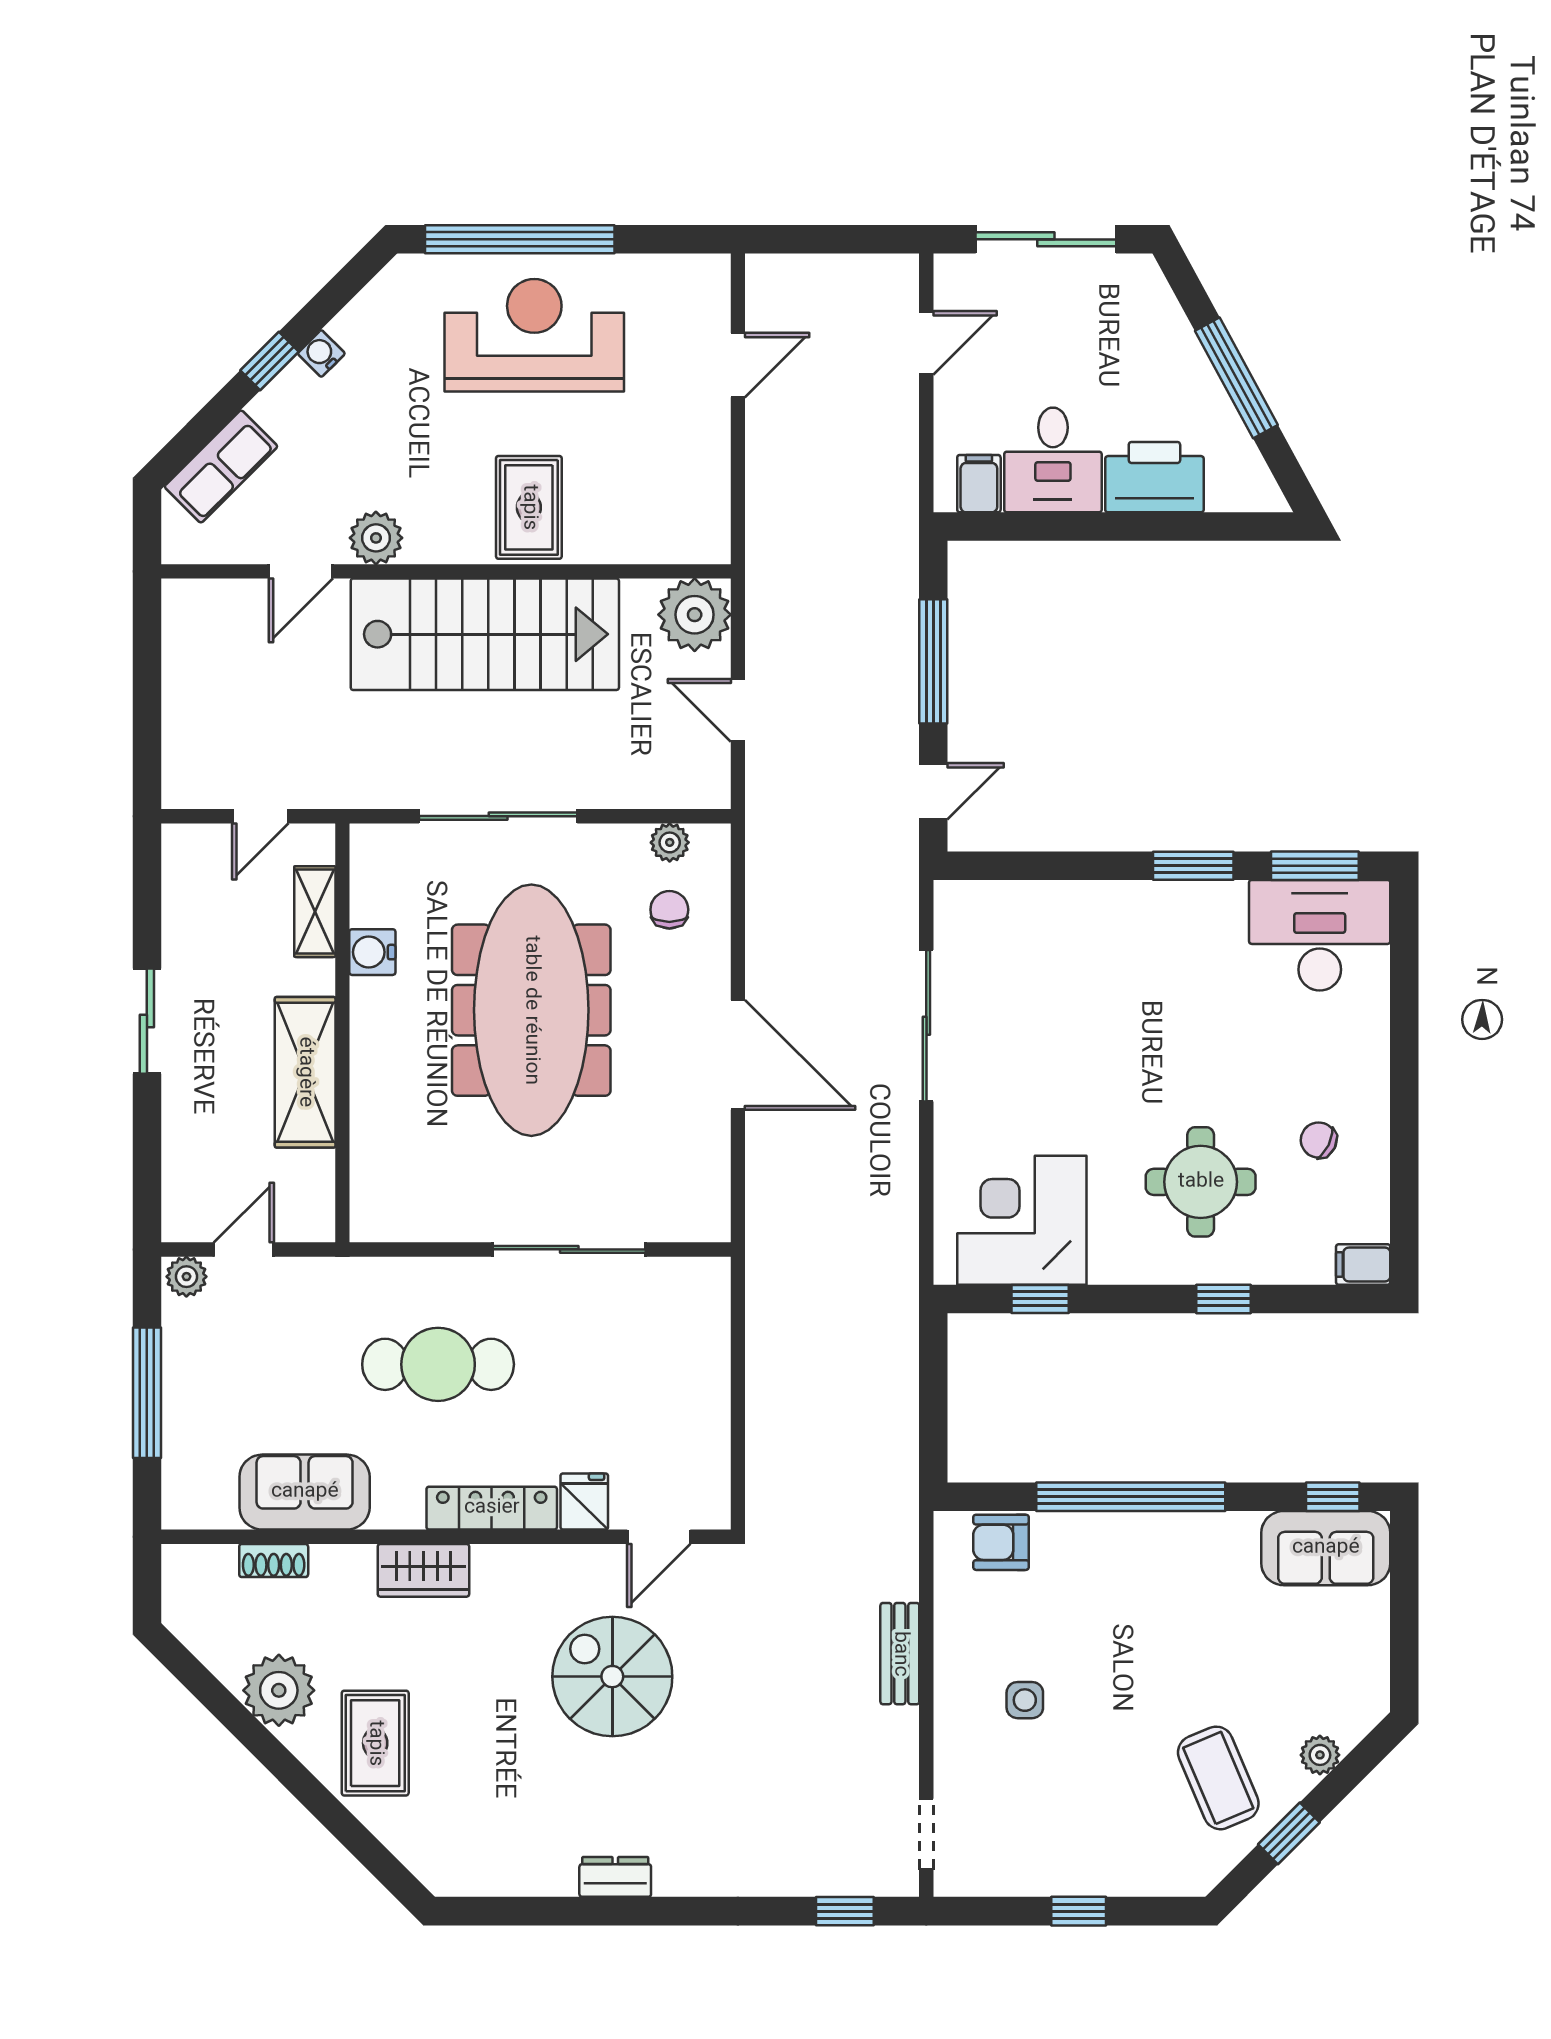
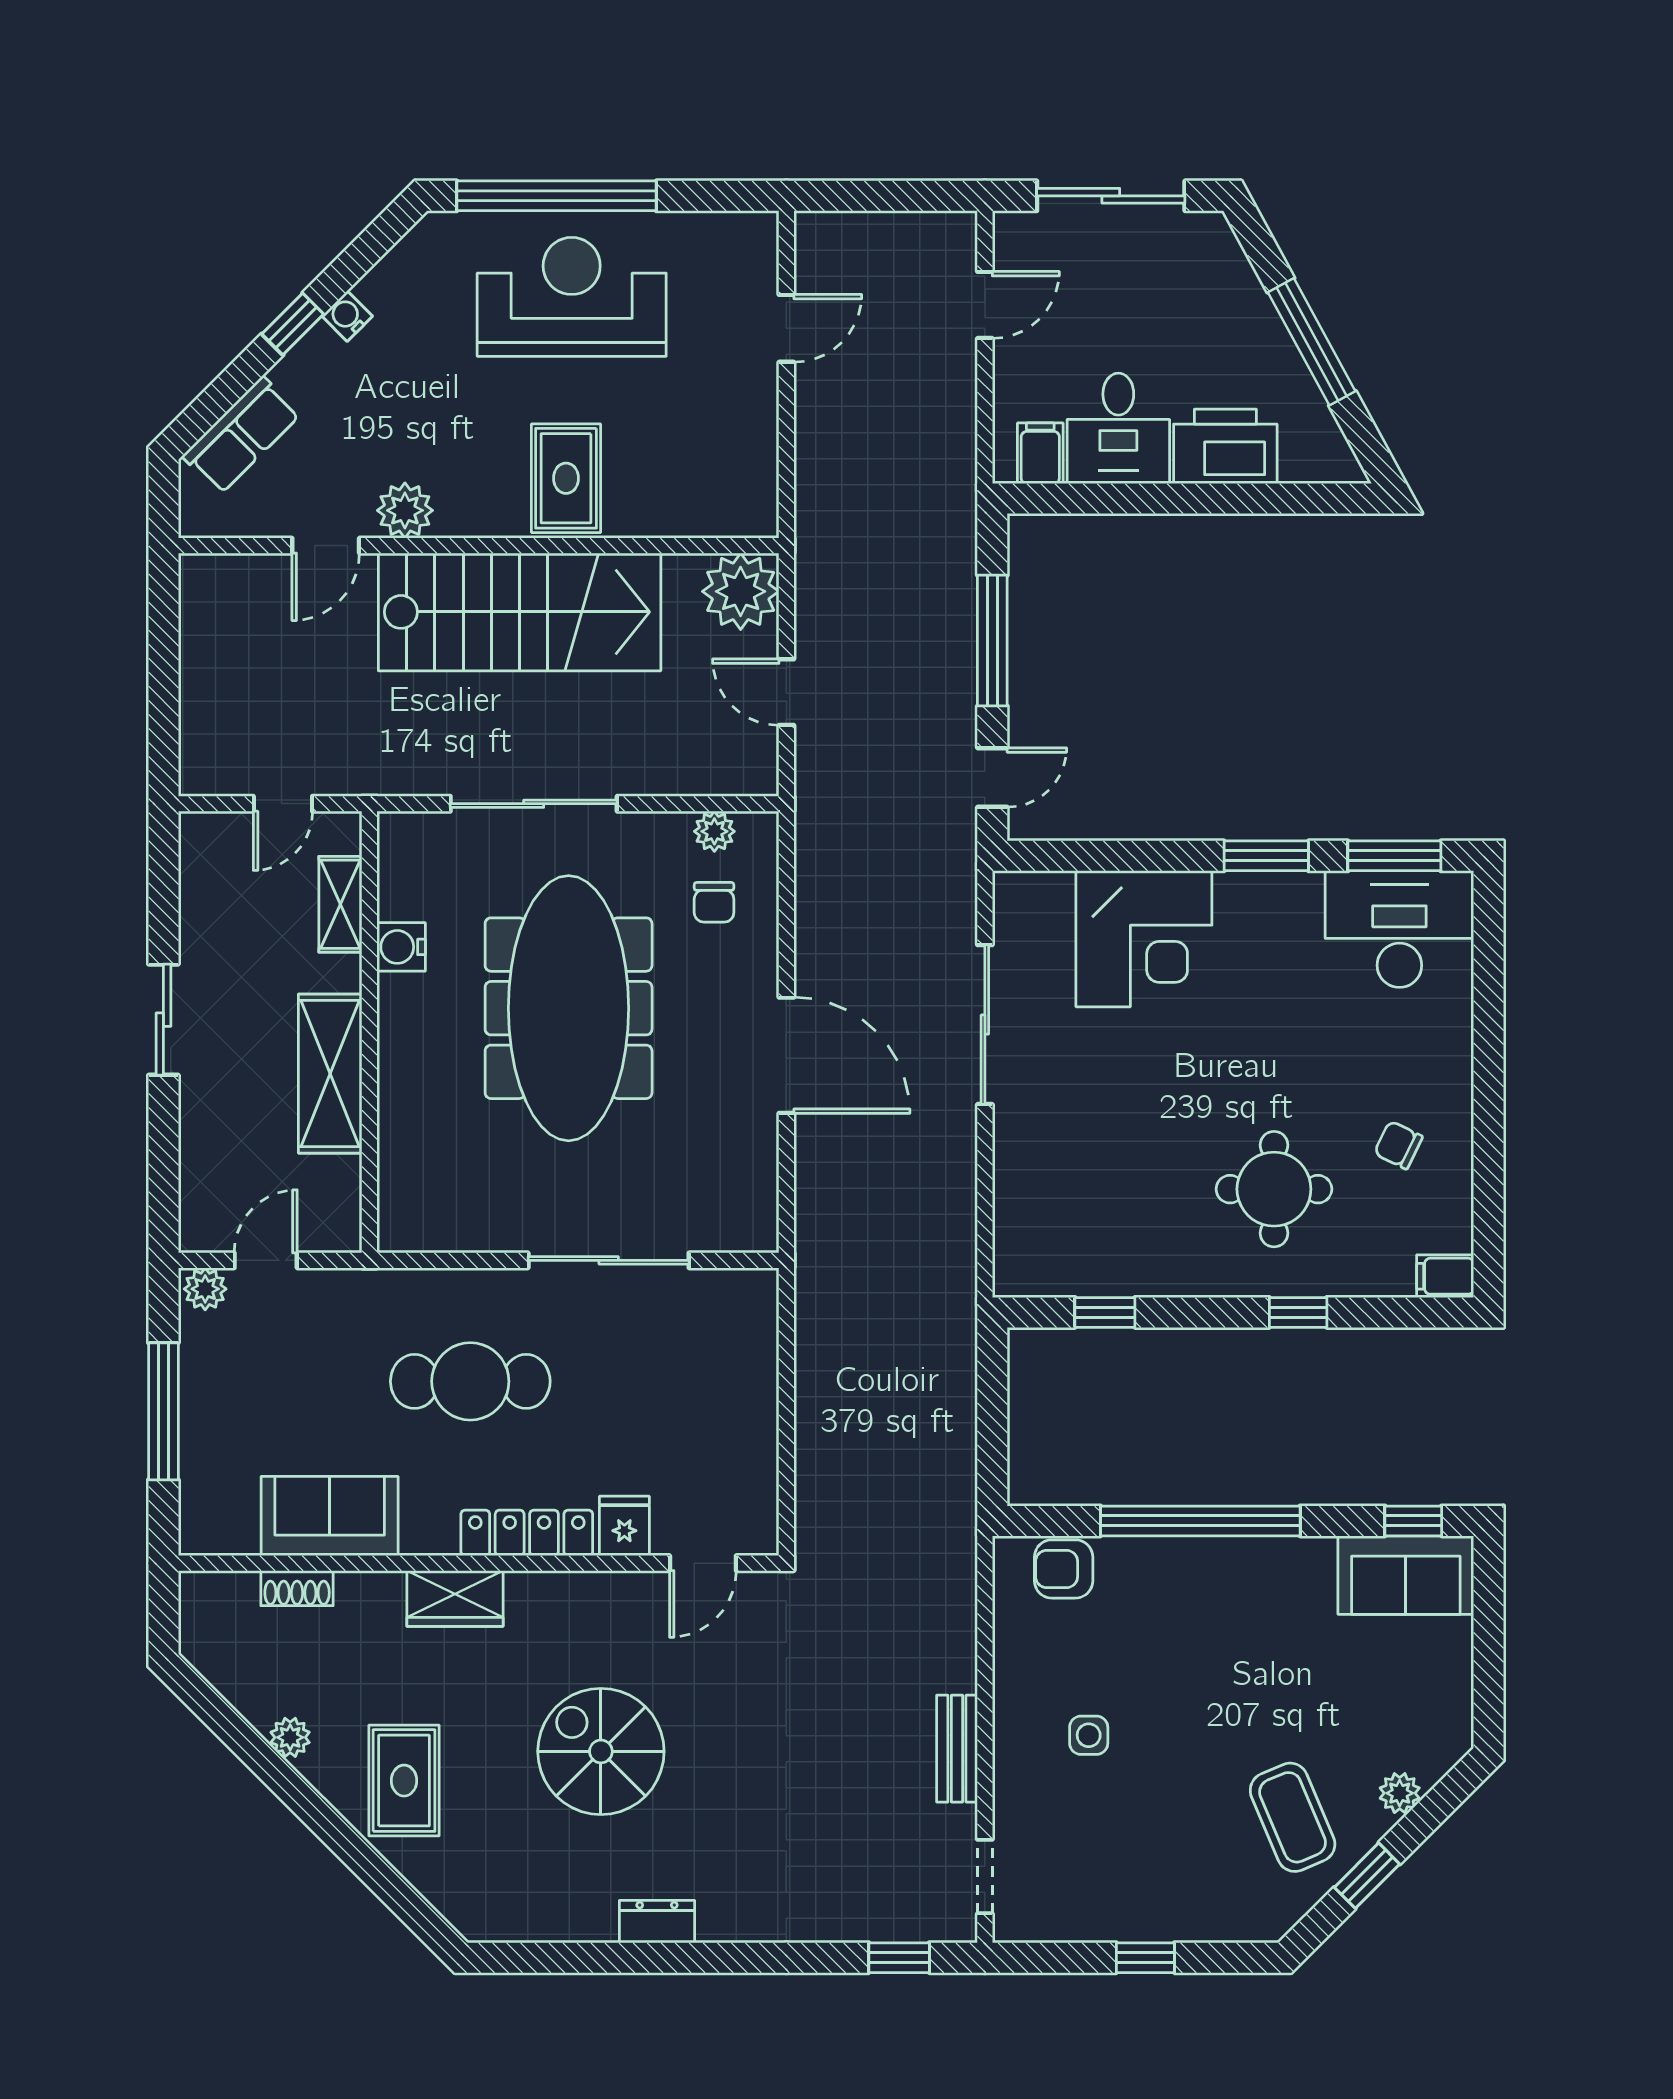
chair: (669, 910) -> (714, 902), turned 180
corner desk: (1022, 1220) -> (1144, 939), moved, turned 180
bench: (900, 1654) -> (957, 1749), moved
spiral stairs: (612, 1677) -> (601, 1751), moved
plant: (279, 1690) -> (290, 1737), width x0.53, depth x0.53

